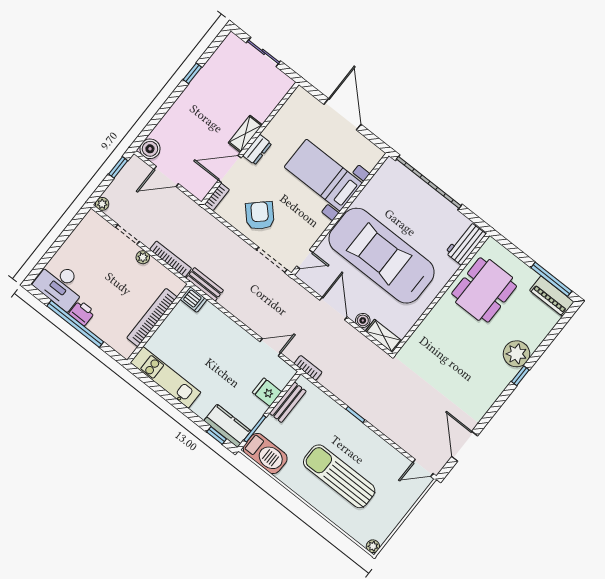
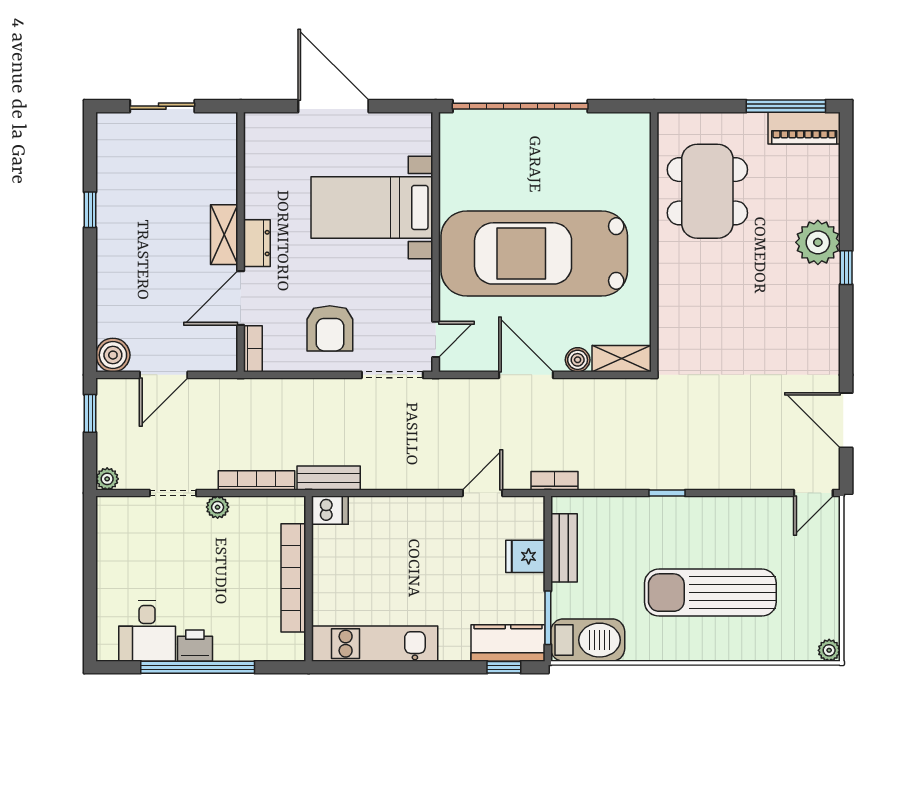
armchair: (260, 216) -> (330, 328), turned -137
workbench: (466, 243) -> (633, 149), removed
desk: (60, 285) -> (147, 631), width x0.73

